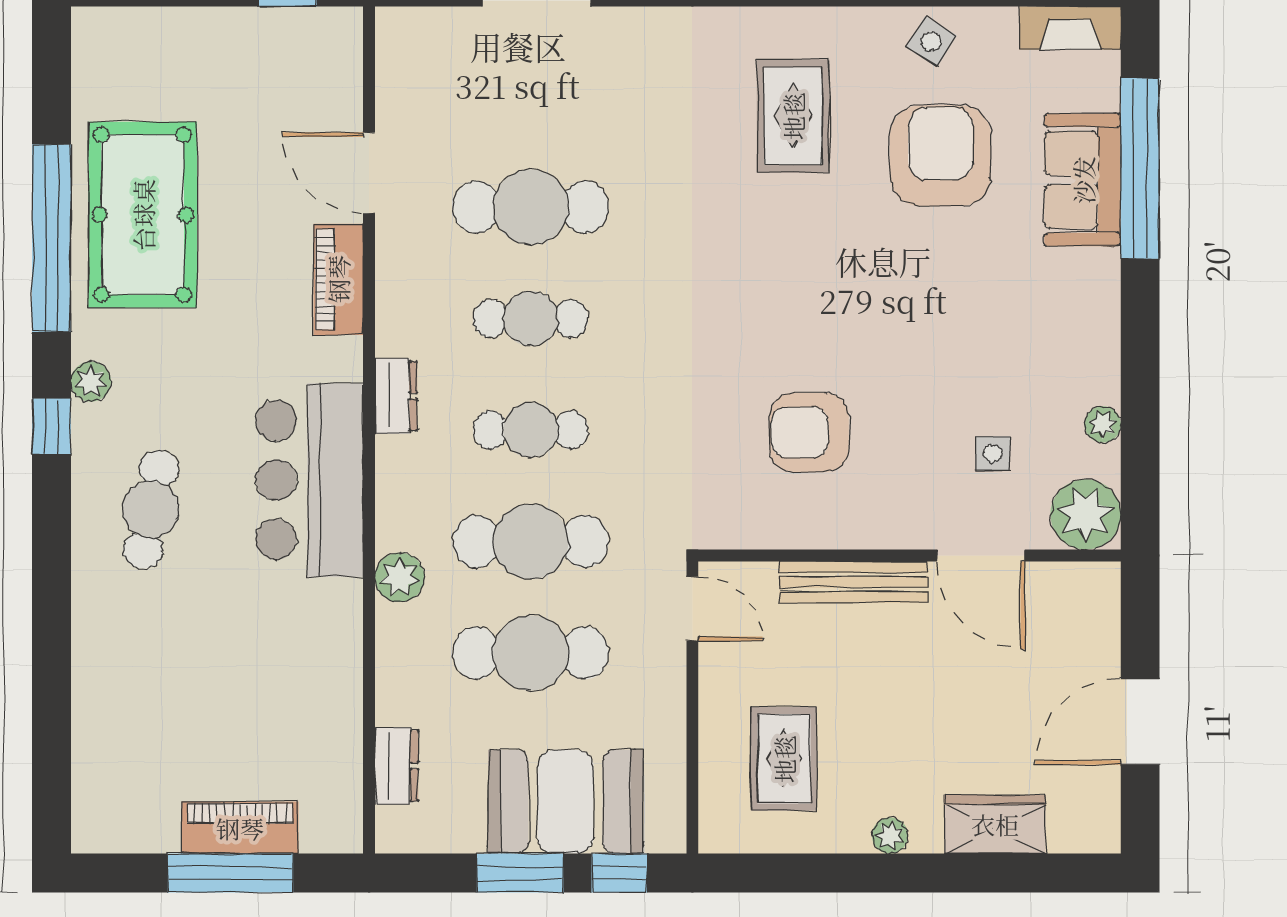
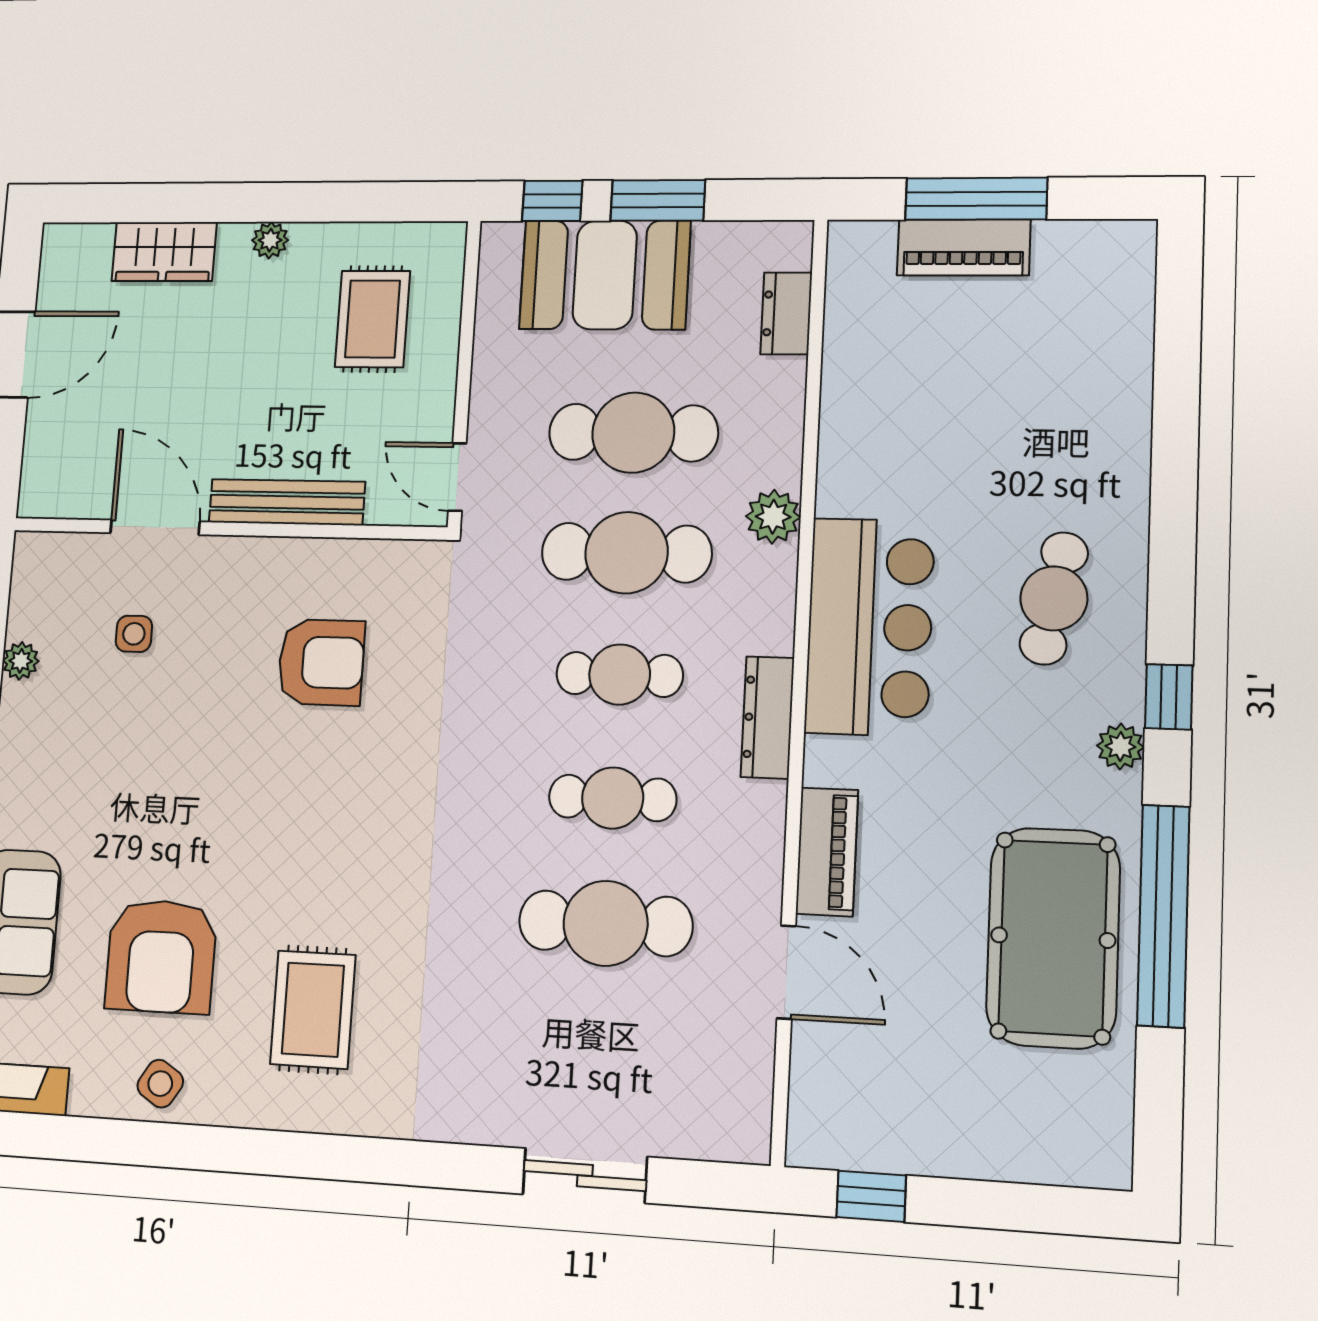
dresser: (396, 396) -> (767, 717), width x1.44
plant: (1086, 514) -> (46, 567), removed

